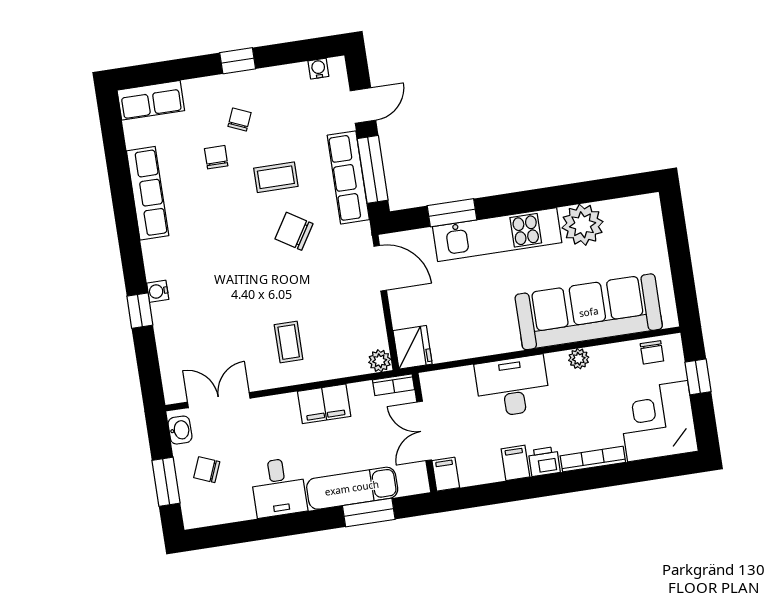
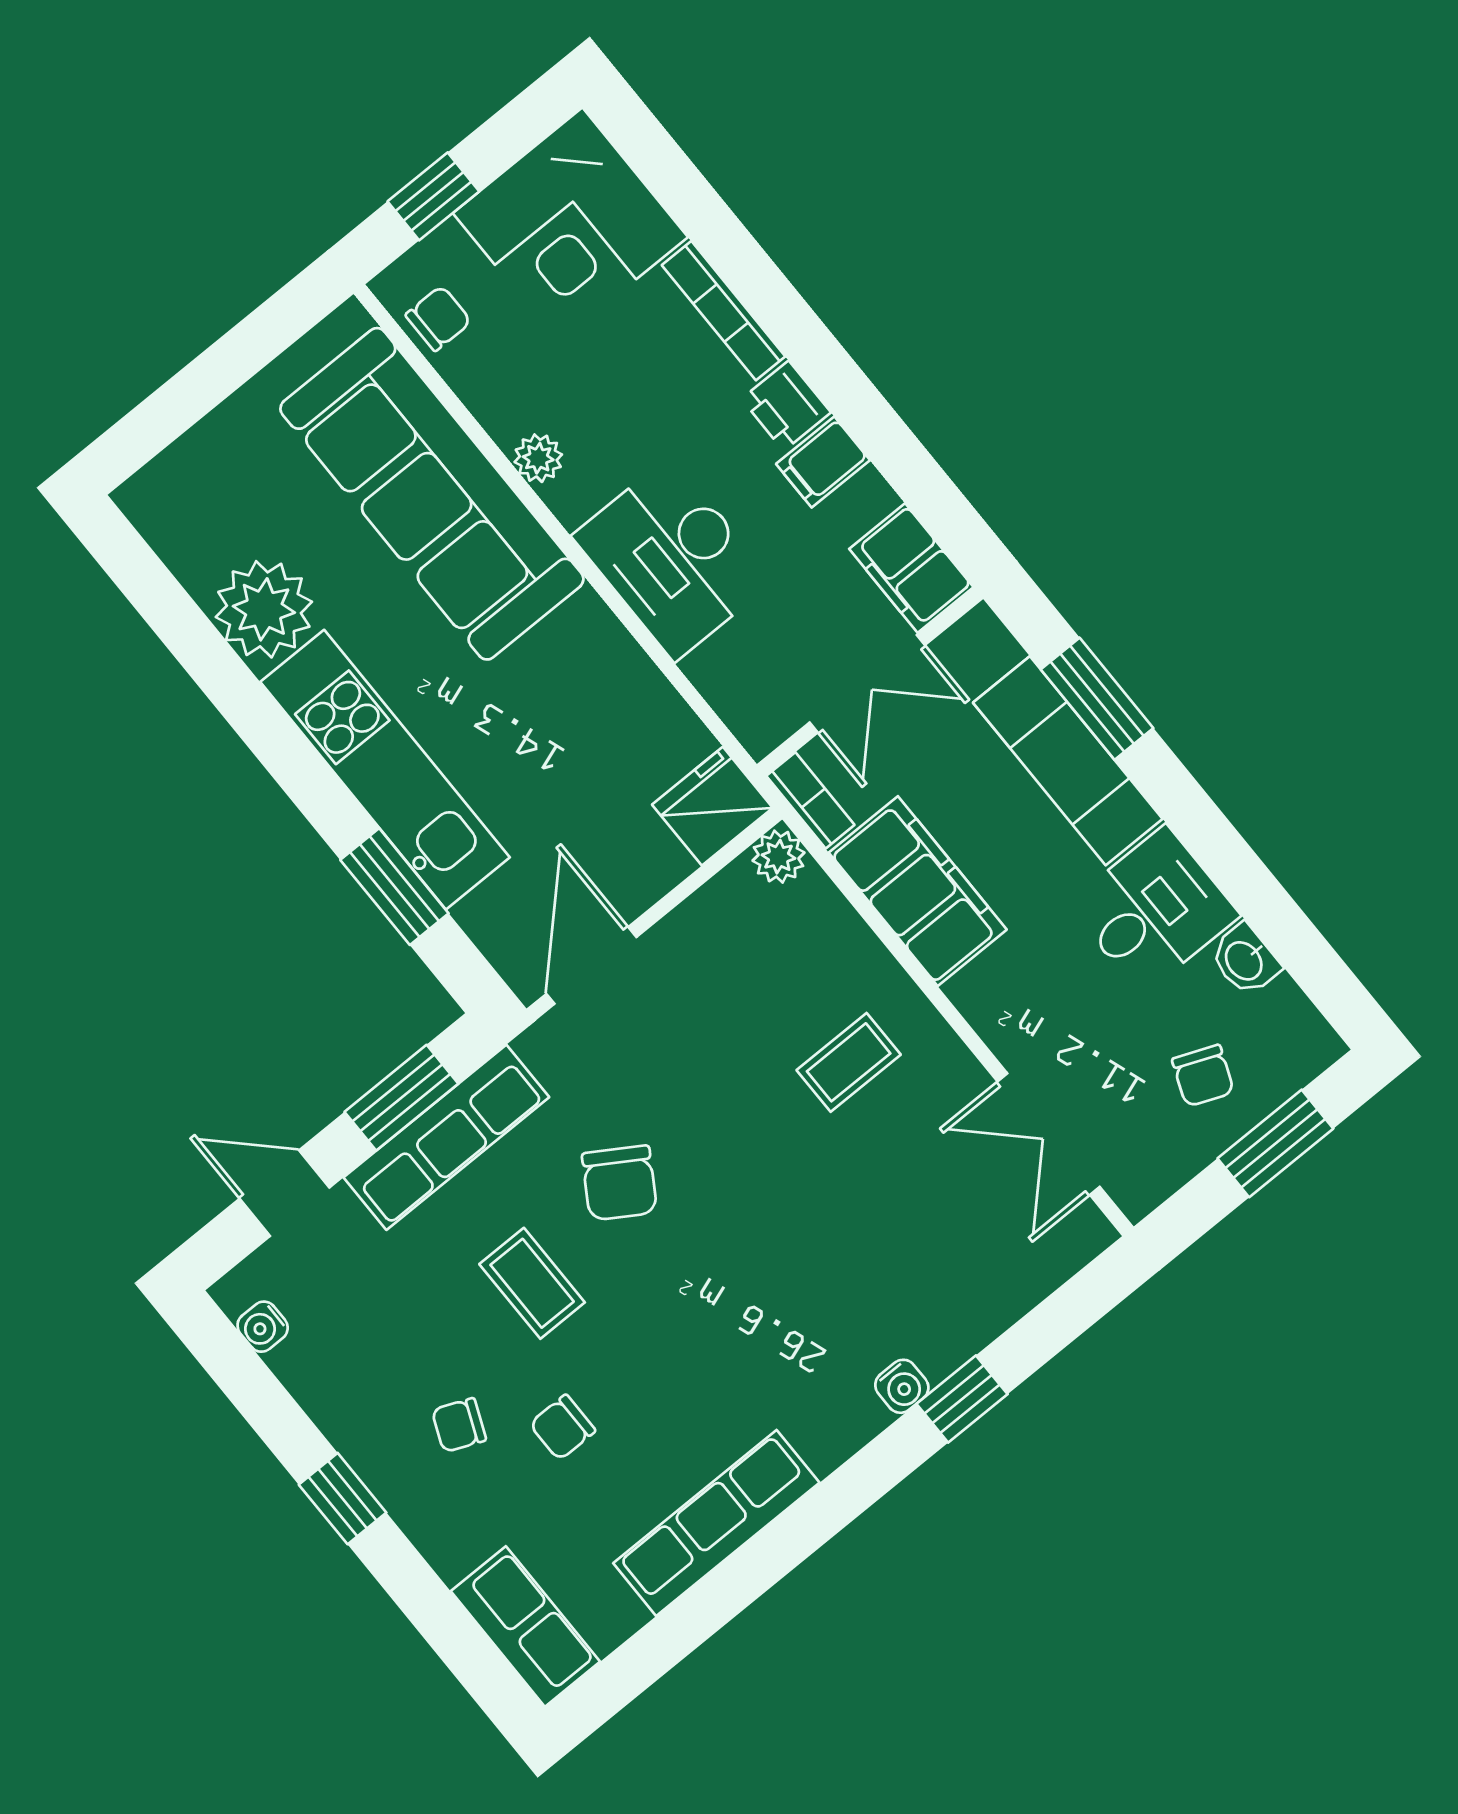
window: (373, 169) -> (401, 1098), width x0.69
filing cabinet: (324, 404) -> (918, 891), width x1.50, depth x1.17
washbasin: (180, 430) -> (1245, 960), moved, turned -90
filing cabinet: (446, 474) -> (911, 568), width x2.00

